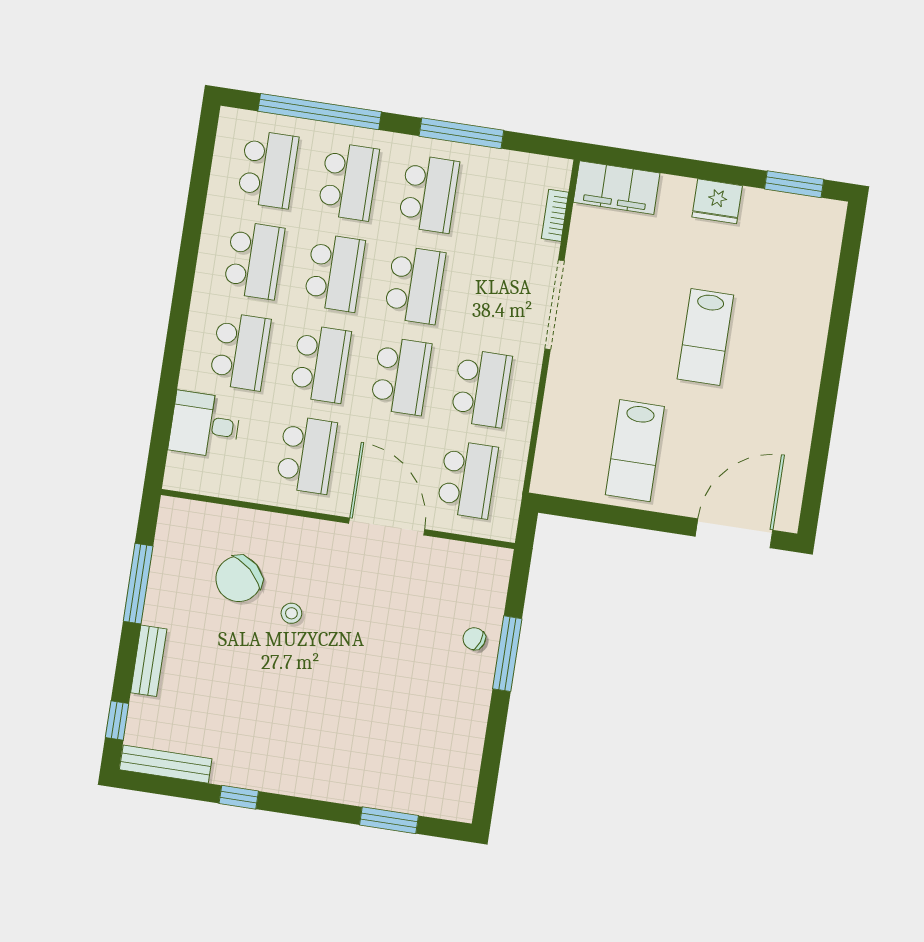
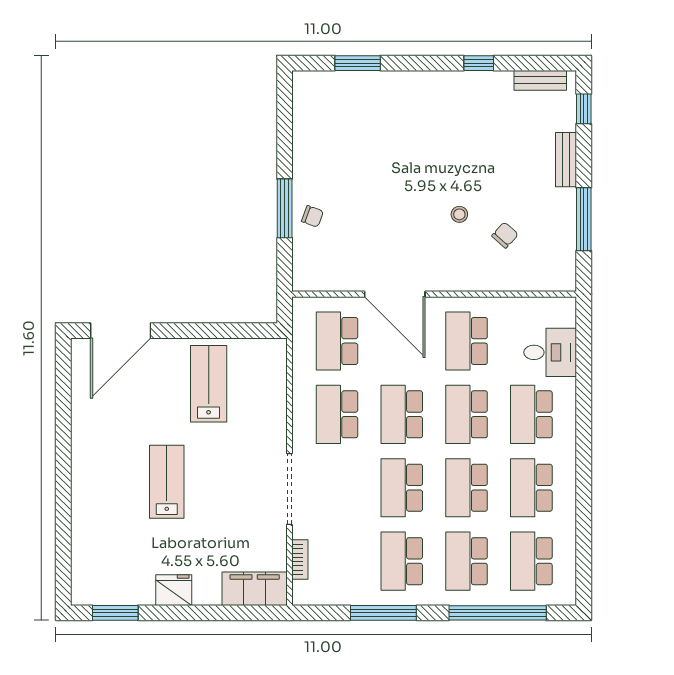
chair: (239, 579) -> (505, 235), width x0.54, depth x0.54
bench: (166, 764) -> (540, 80), width x0.73

